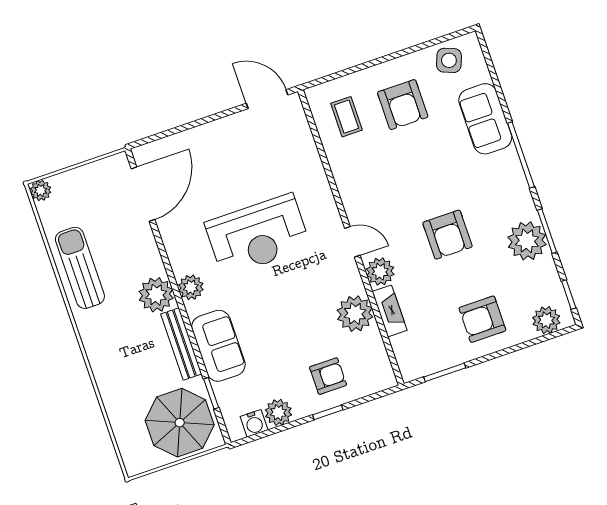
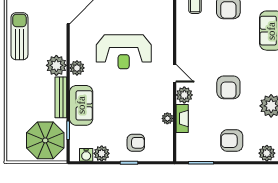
plant: (355, 314) -> (167, 118), width x0.53, depth x0.53

